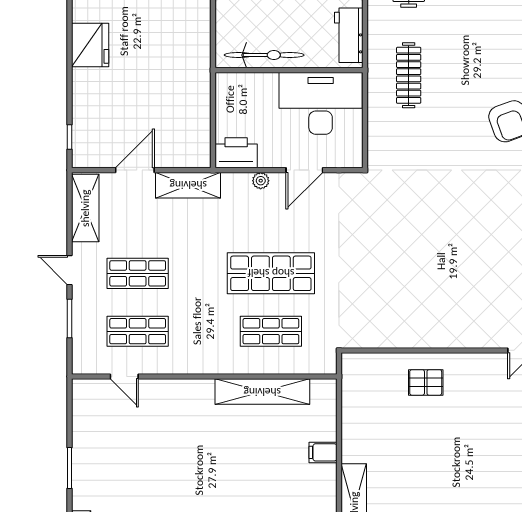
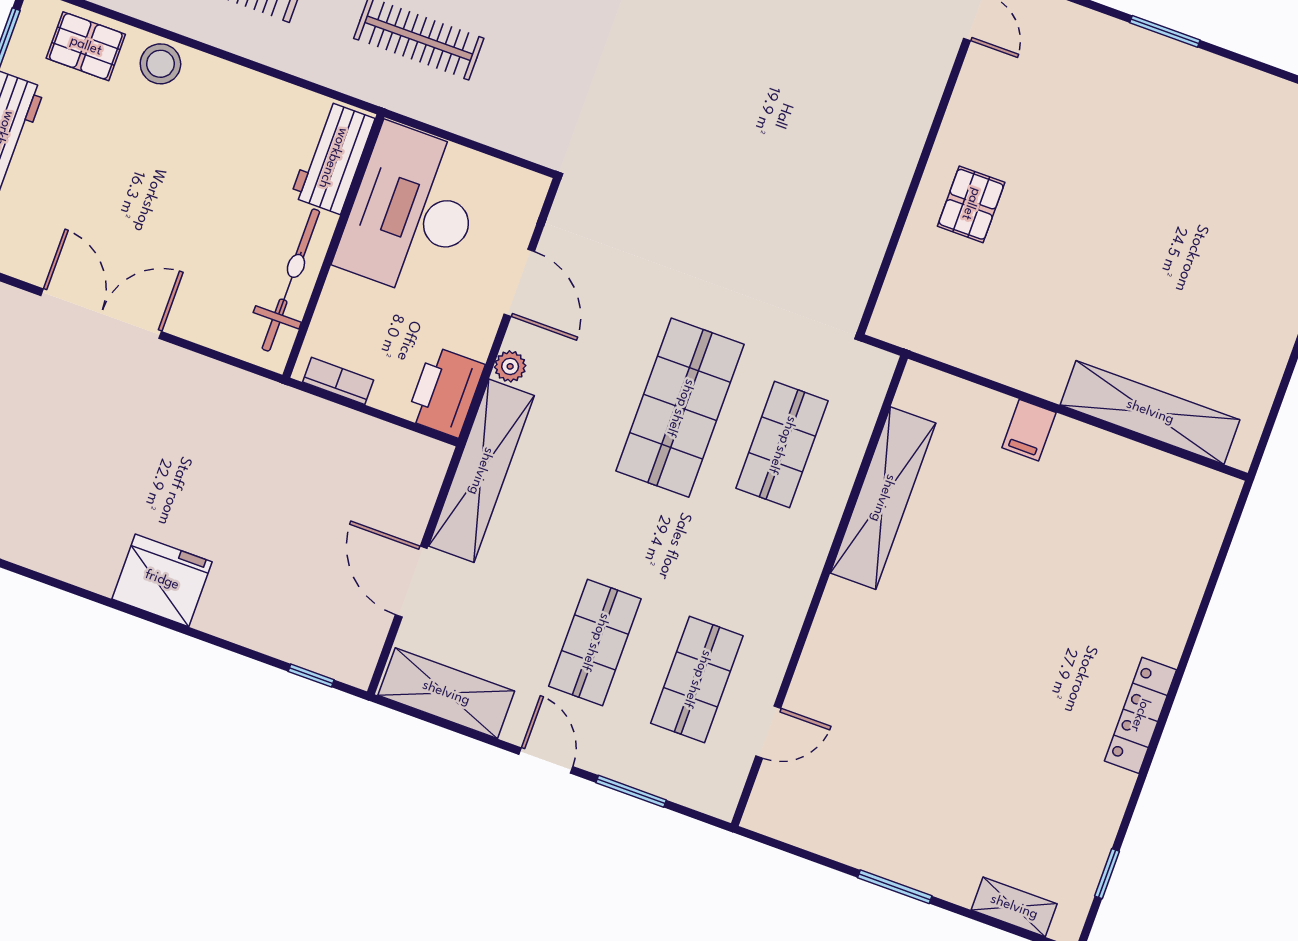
workbench: (349, 35) -> (333, 158), moved, turned 90
bookcase: (222, 97) -> (338, 381), added
shelving: (188, 185) -> (481, 471), width x1.47
door: (70, 270) -> (546, 760), swing flipped

